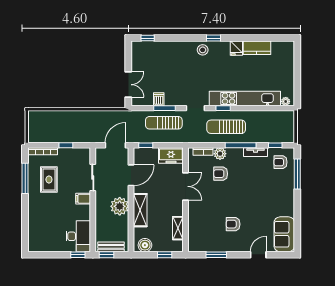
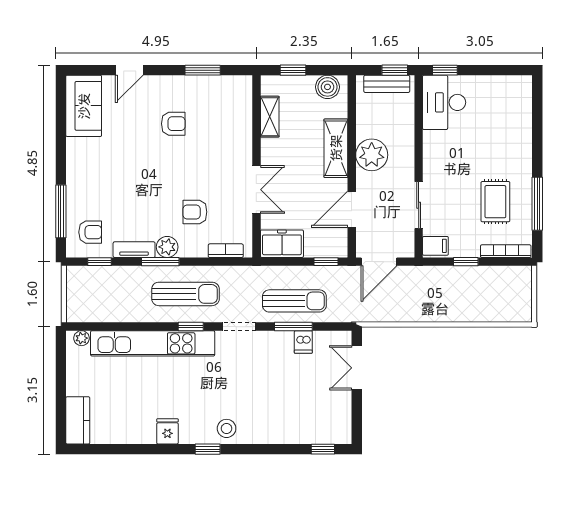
kitchen counter: (257, 48) -> (78, 420), moved, turned 90
window: (241, 145) -> (160, 262), width x0.69
plant: (220, 154) -> (167, 247), moved
armchair: (221, 174) -> (195, 212), turned 180
double door: (186, 186) -> (256, 190), swing flipped
filing cabinet: (83, 199) -> (435, 246), moved

